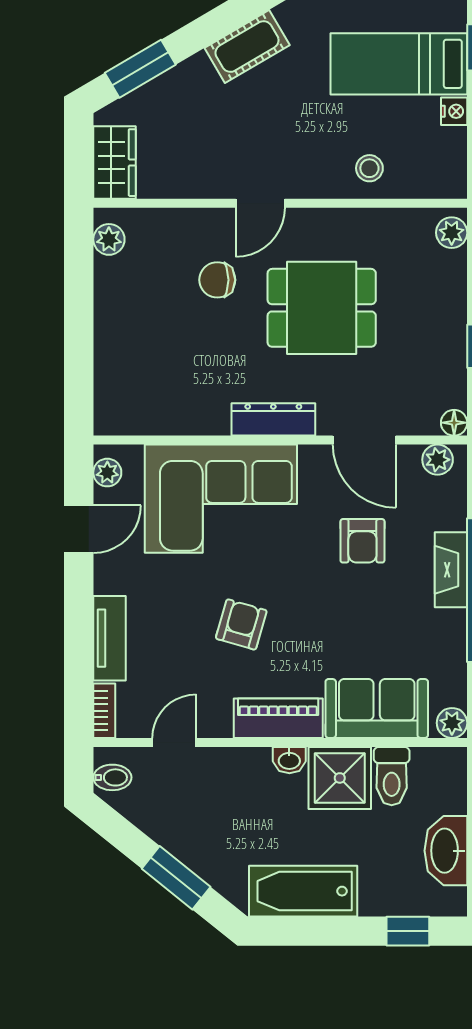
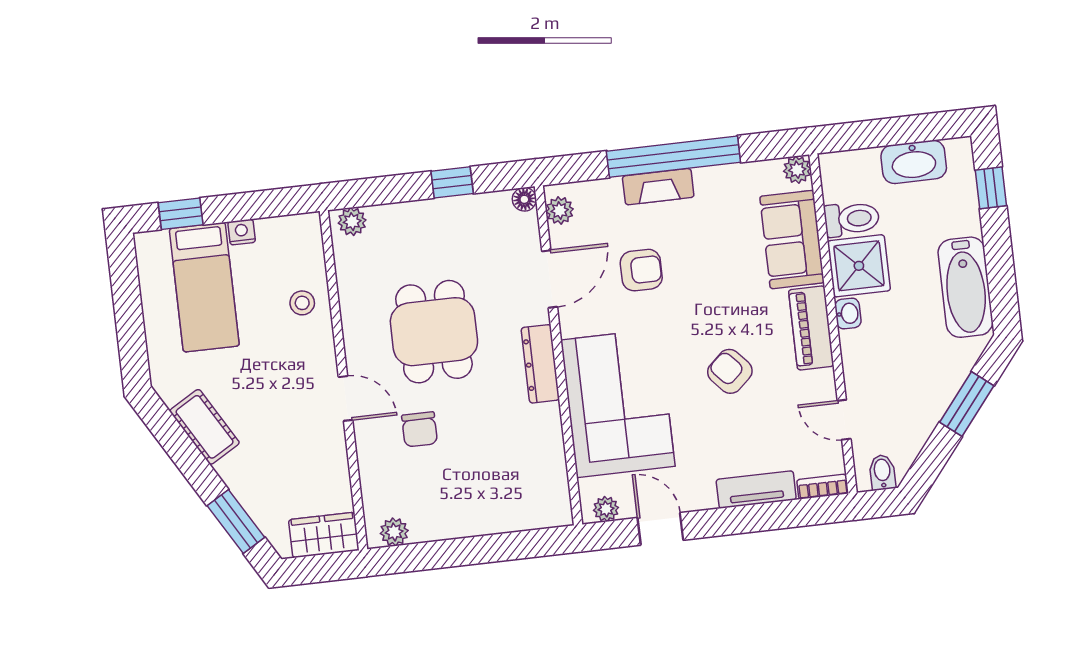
armchair: (241, 624) -> (730, 371), turned 32

